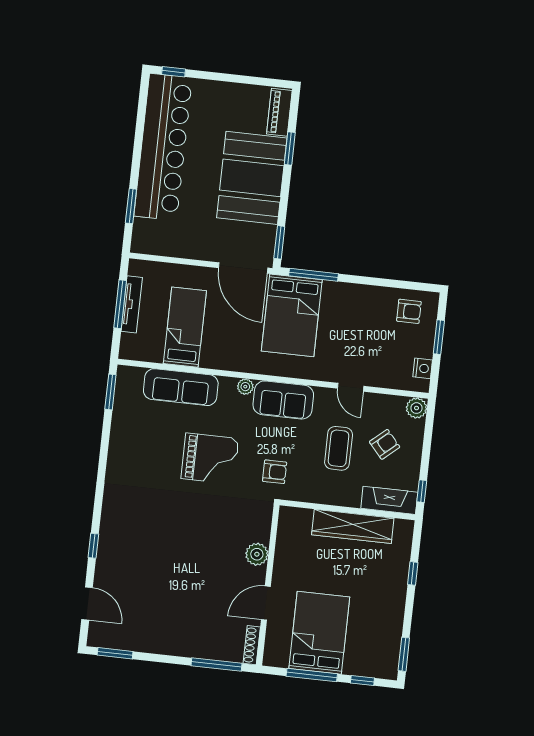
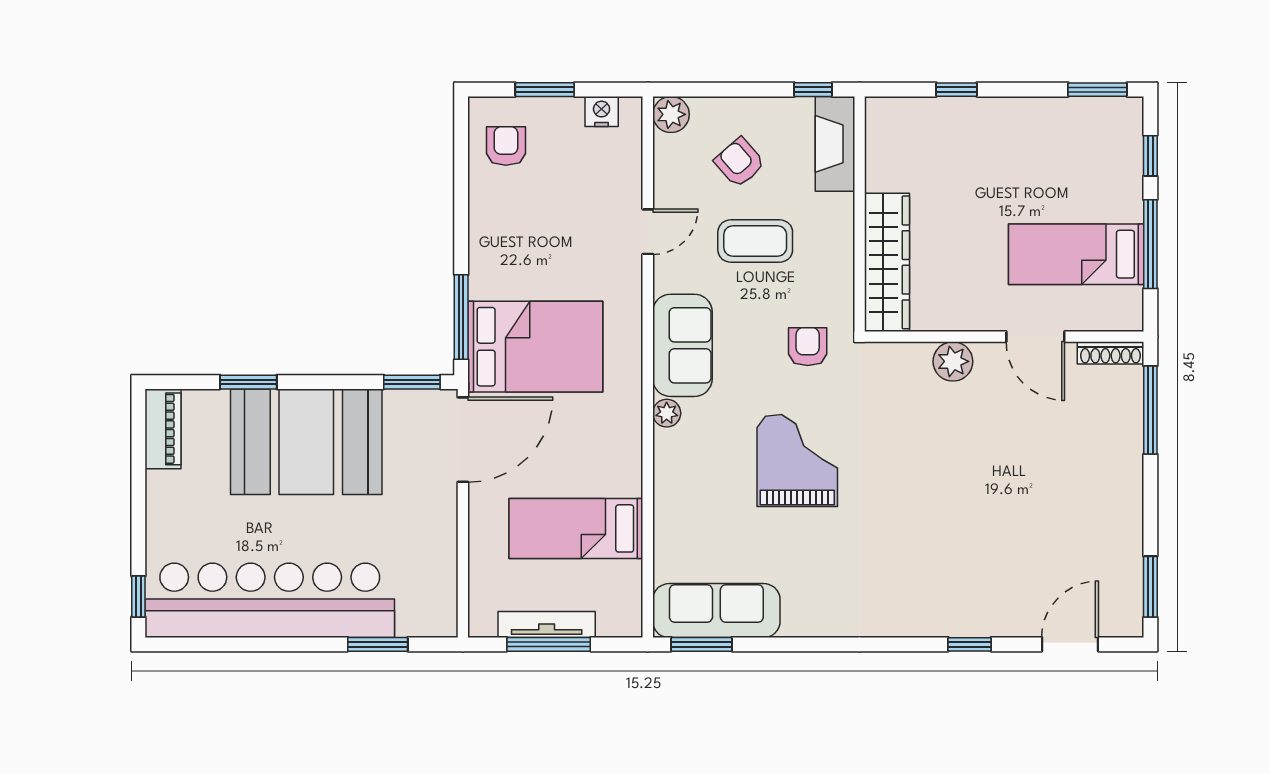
piano: (279, 112) -> (163, 429), moved, turned -90
sofa: (181, 387) -> (716, 611), moved, turned -90
wardrobe: (353, 526) -> (887, 262), moved
bed: (319, 633) -> (1076, 254), width x0.67

